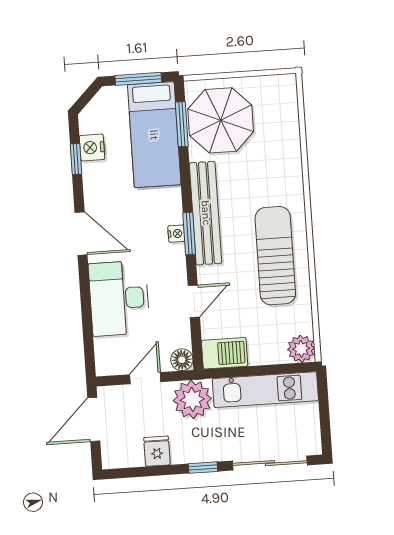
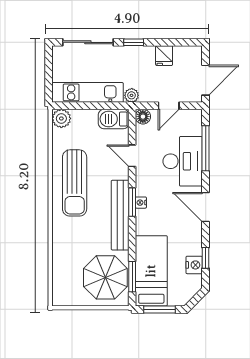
door: (194, 301) -> (132, 156), hinge flipped
window: (87, 320) -> (206, 148), added
plant: (192, 399) -> (132, 95), width x0.53, depth x0.53

